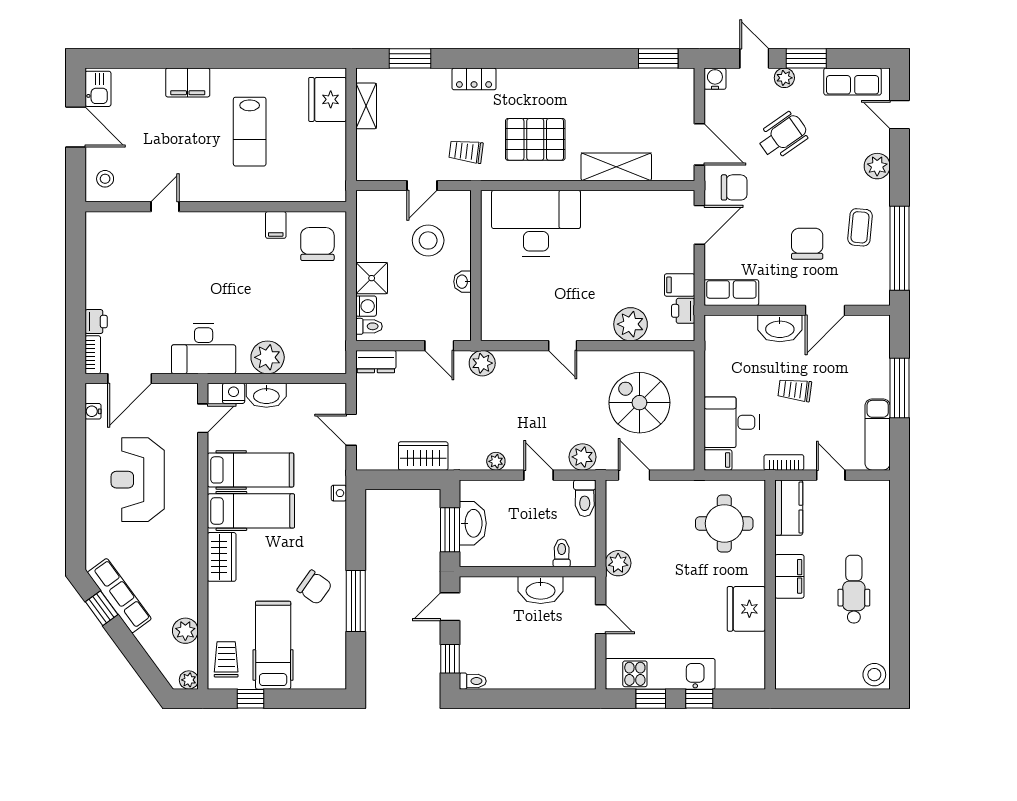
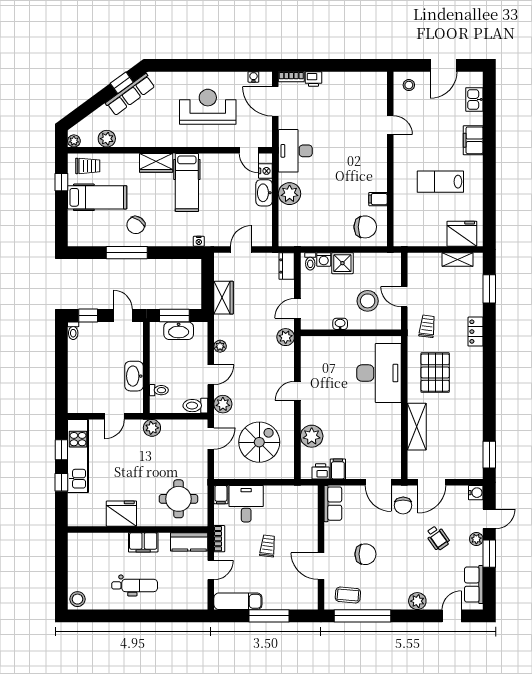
kitchen sink: (98, 89) -> (474, 99), moved, turned 90
wheelchair: (783, 136) -> (438, 538), width x0.73, depth x0.73
coffee table: (860, 227) -> (348, 595), moved
washbasin: (780, 328) -> (309, 536), removed
hospital bed: (251, 470) -> (214, 182), removed

